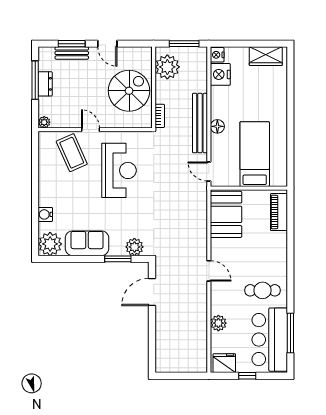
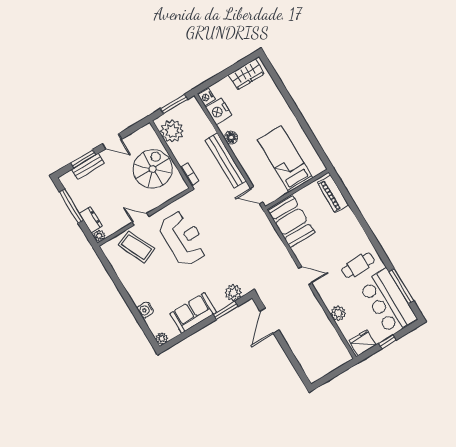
dresser: (45, 84) -> (91, 220), moved
floor lamp: (217, 126) -> (231, 138), moved
plant: (50, 244) -> (162, 339), width x0.53, depth x0.53

